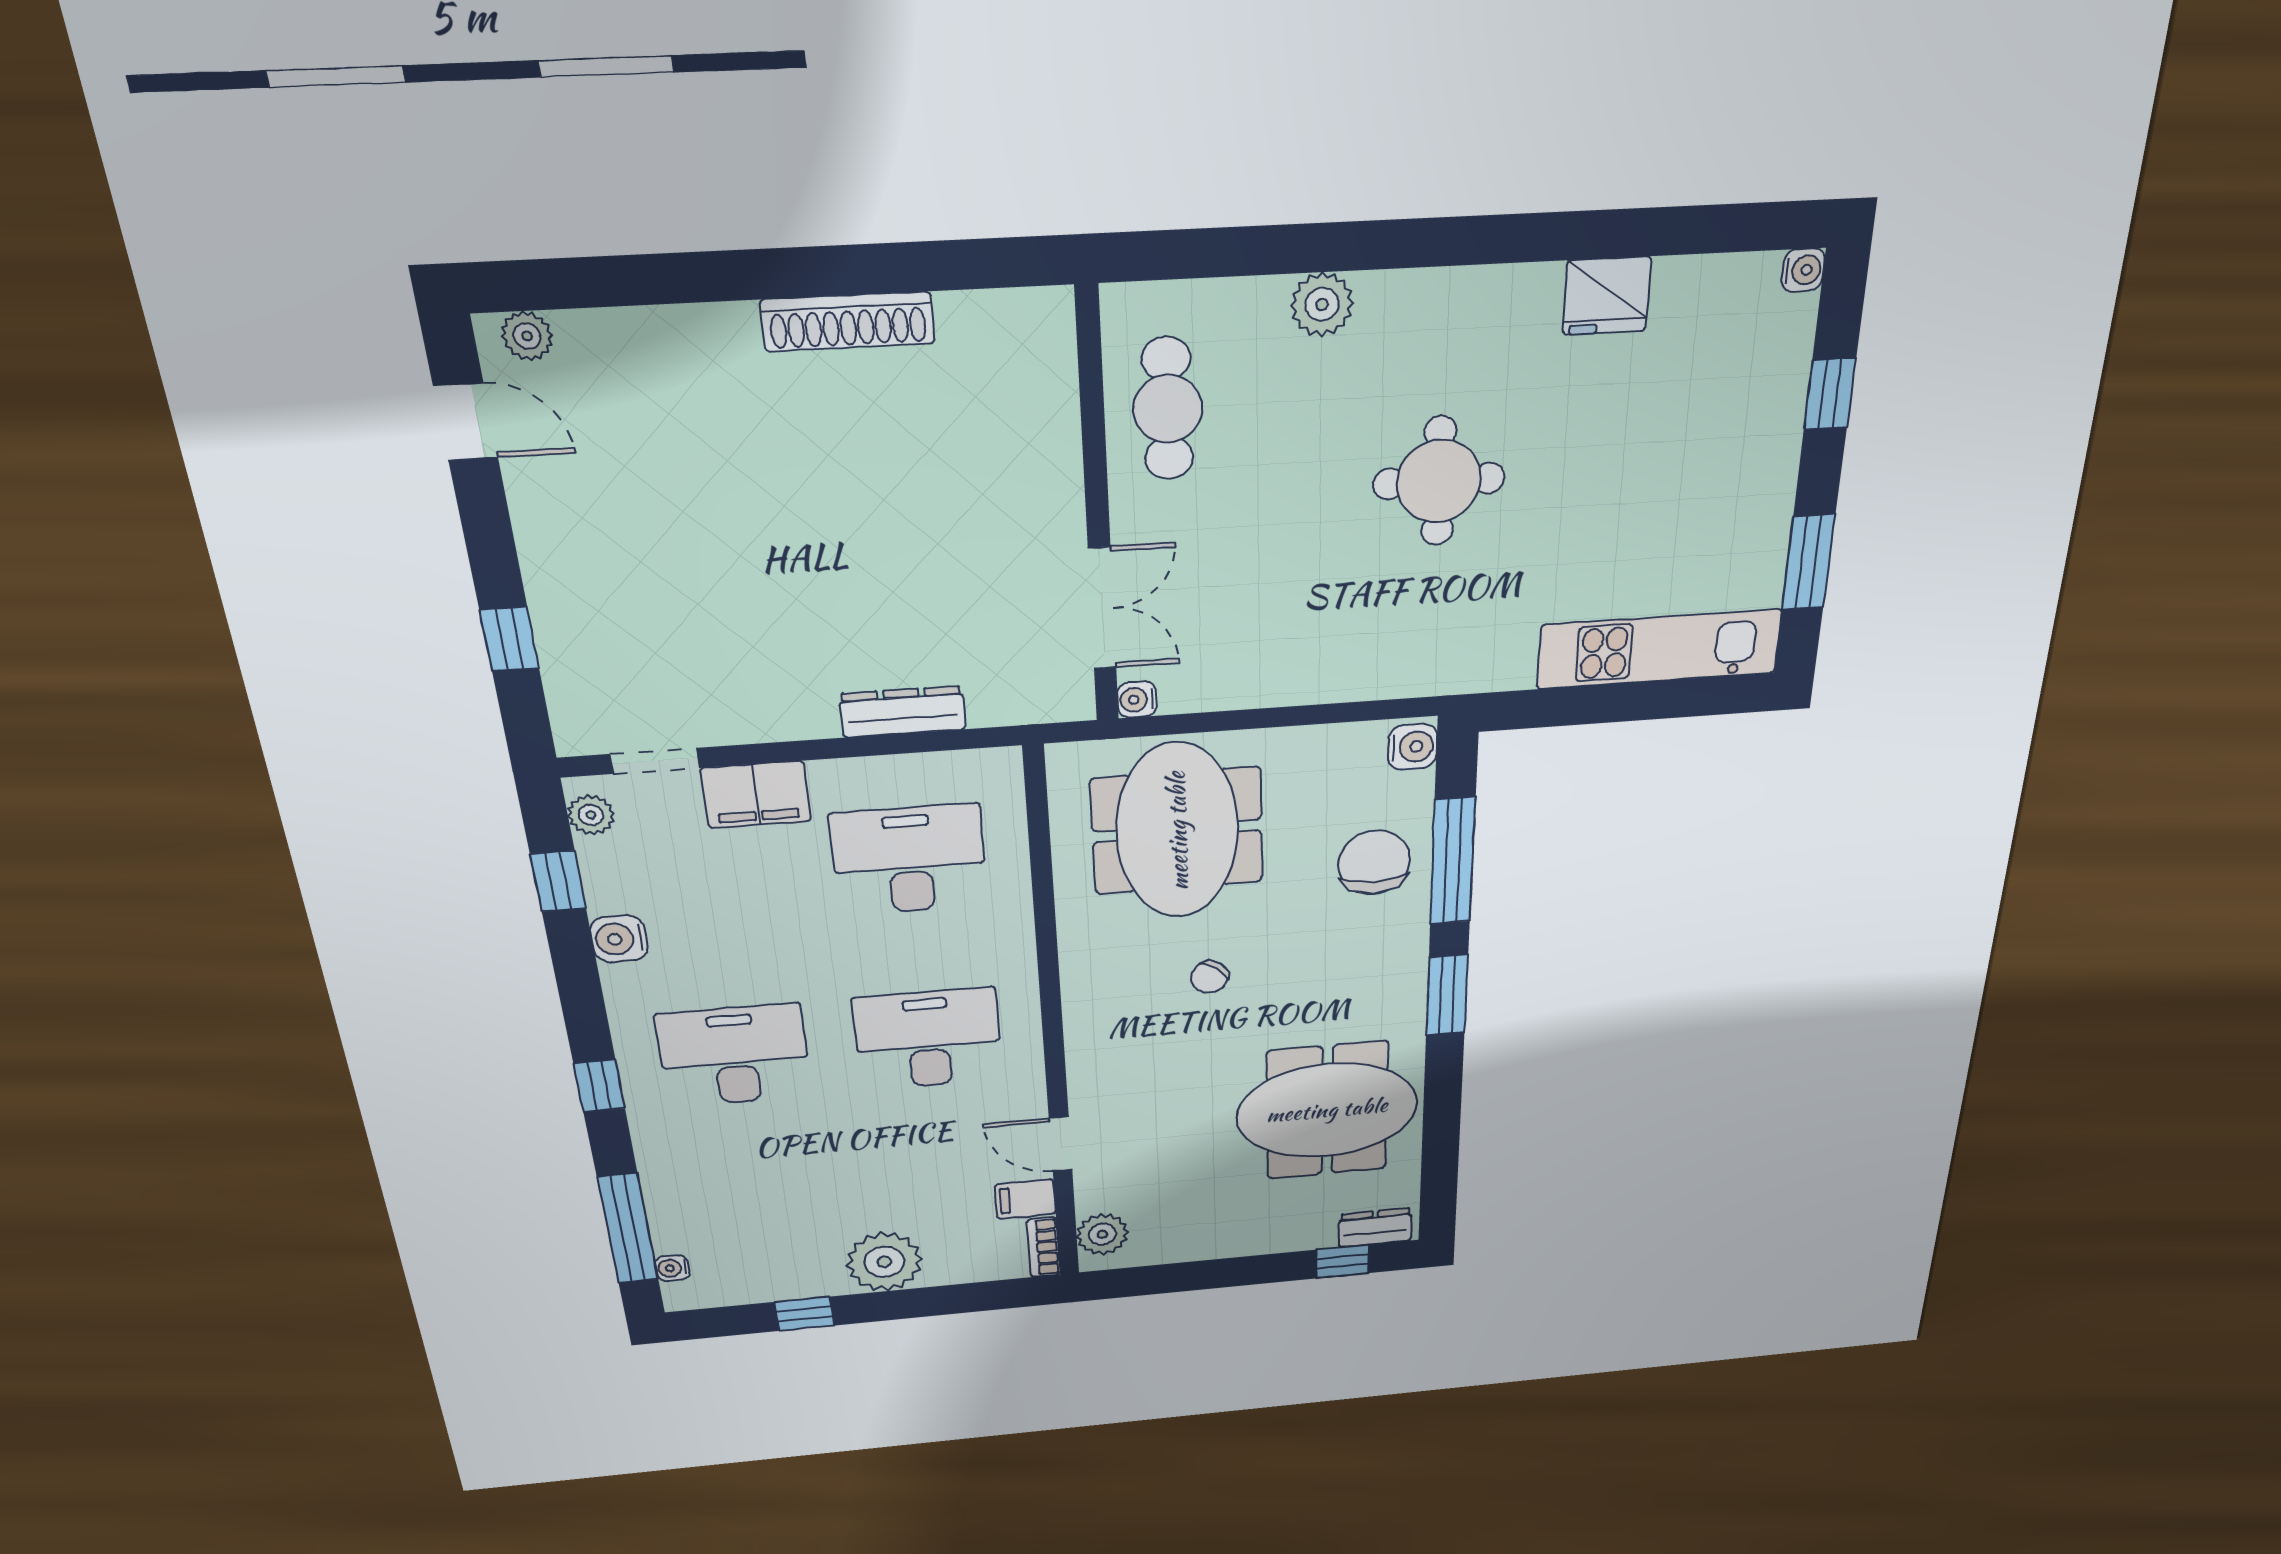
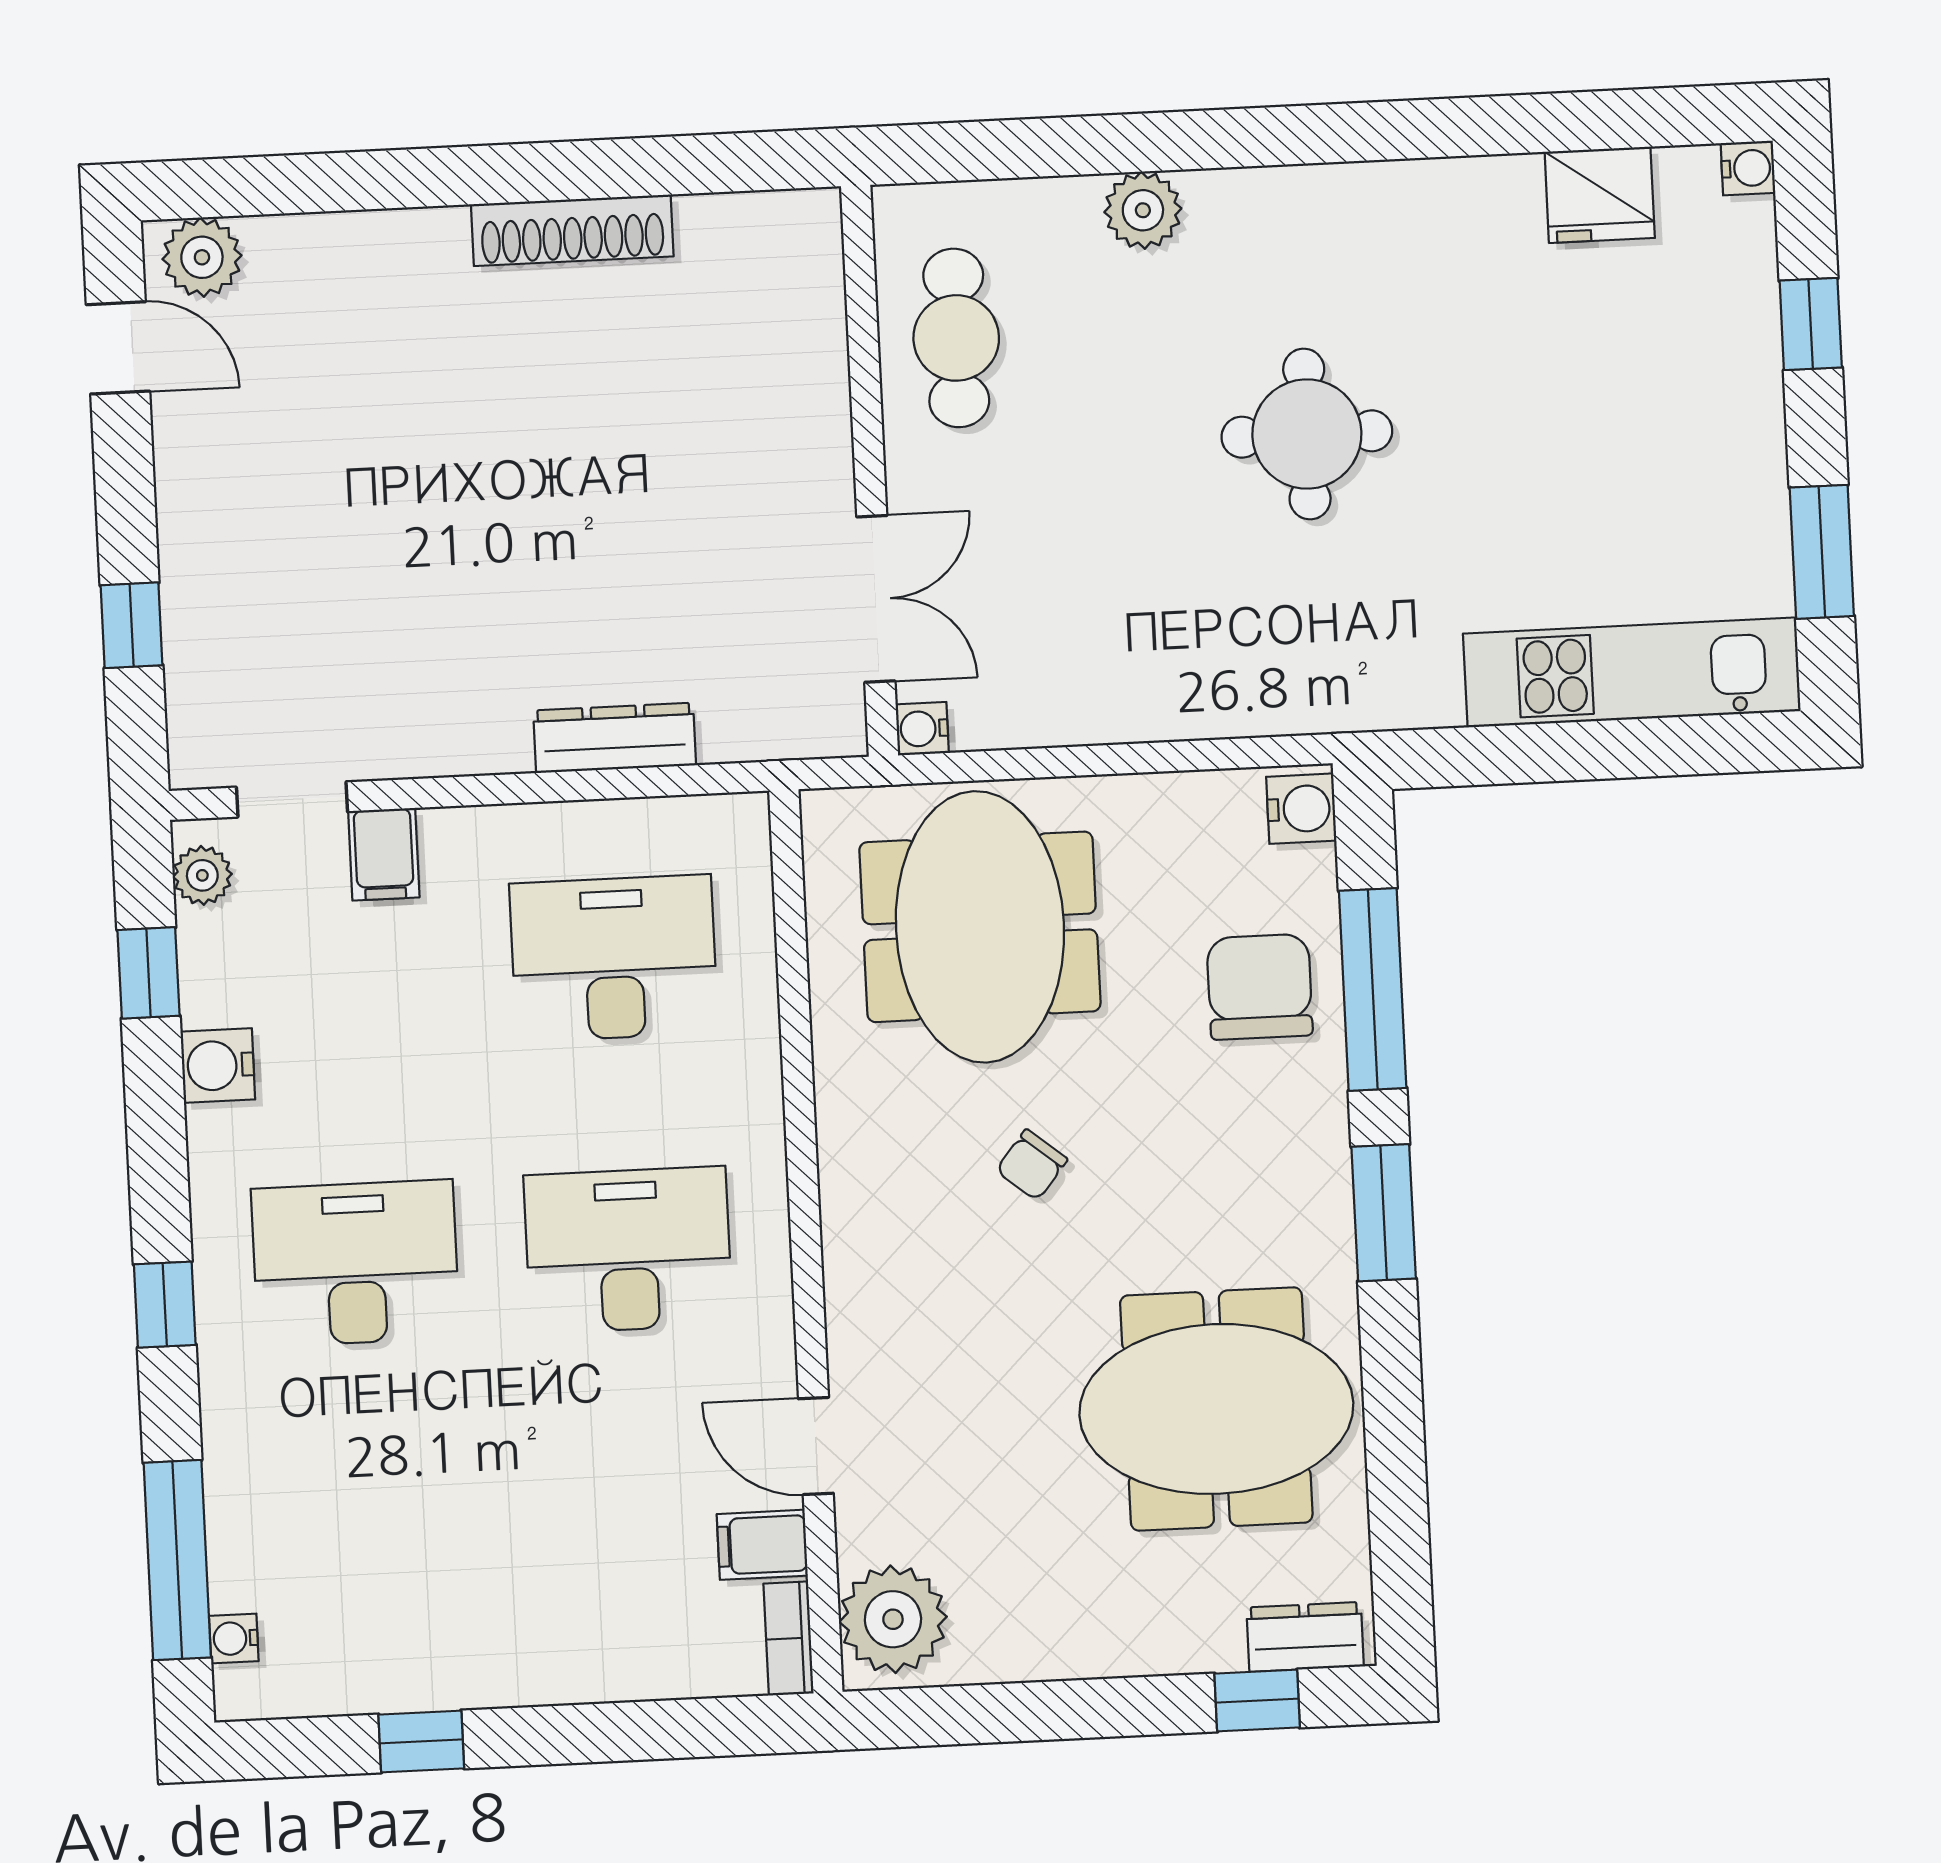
fridge: (1607, 296) -> (1600, 195), moved
plant: (527, 336) -> (202, 257), width x1.38, depth x1.38
filing cabinet: (756, 795) -> (384, 854), width x0.50
plant: (1102, 1234) -> (893, 1619), width x1.36, depth x1.36
plant: (884, 1262) -> (547, 1649), removed

